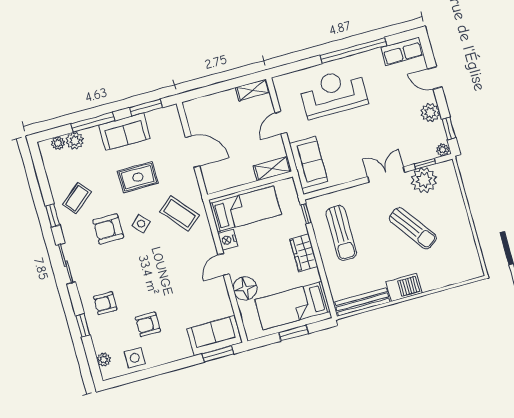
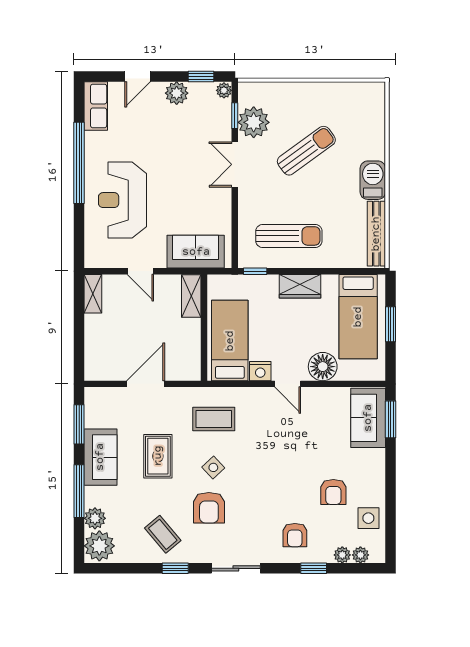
plant: (58, 143) -> (99, 546), width x1.88, depth x1.88
coffee table: (180, 213) -> (214, 419), turned 40
plant: (100, 345) -> (342, 555), added

